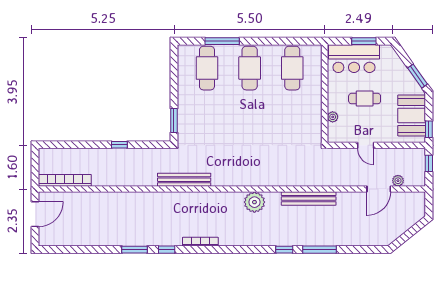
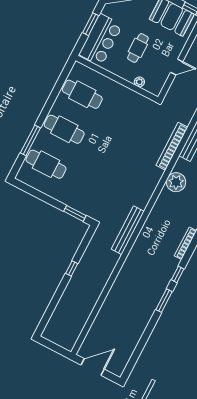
bookcase: (65, 180) -> (172, 146), moved
door: (35, 214) -> (93, 367), hinge flipped

